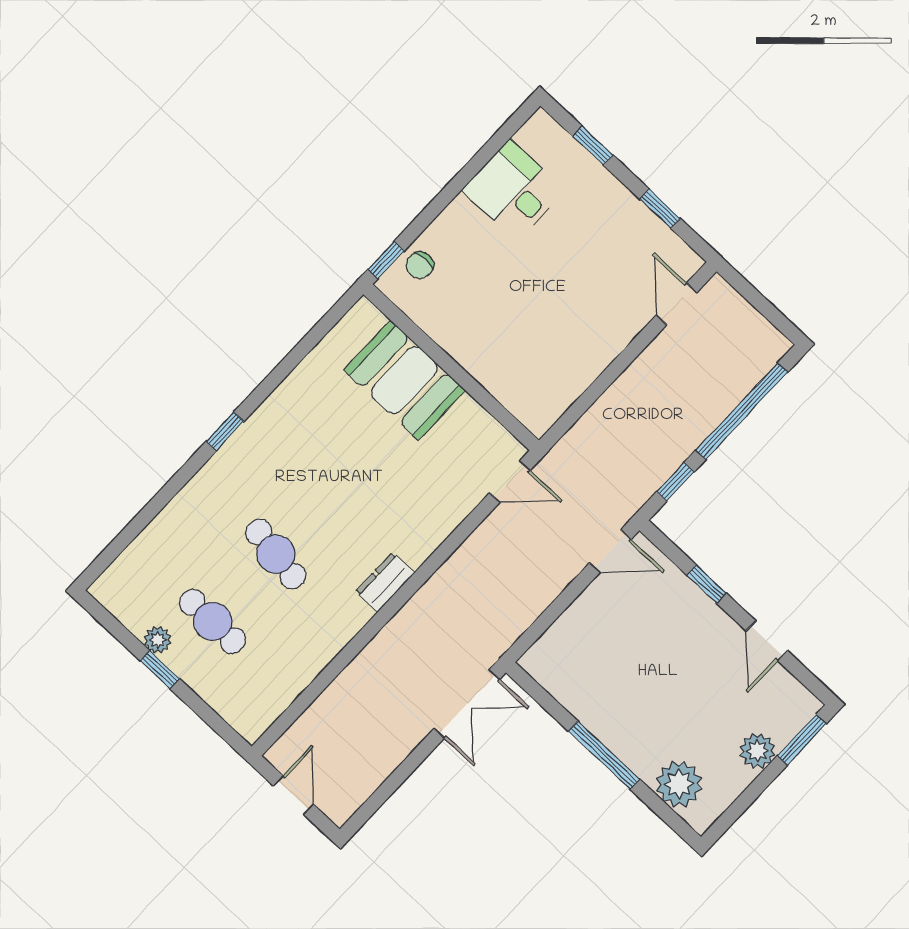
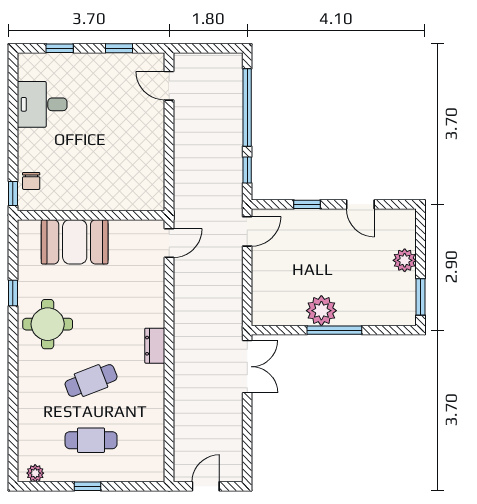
window: (225, 431) -> (13, 293), moved
round table: (287, 444) -> (48, 324), added
cafe table: (276, 554) -> (91, 381), turned -30
plant: (158, 640) -> (35, 473), moved
window: (802, 740) -> (421, 297), moved
plant: (679, 784) -> (321, 311), moved
door: (293, 795) -> (206, 486), hinge flipped

